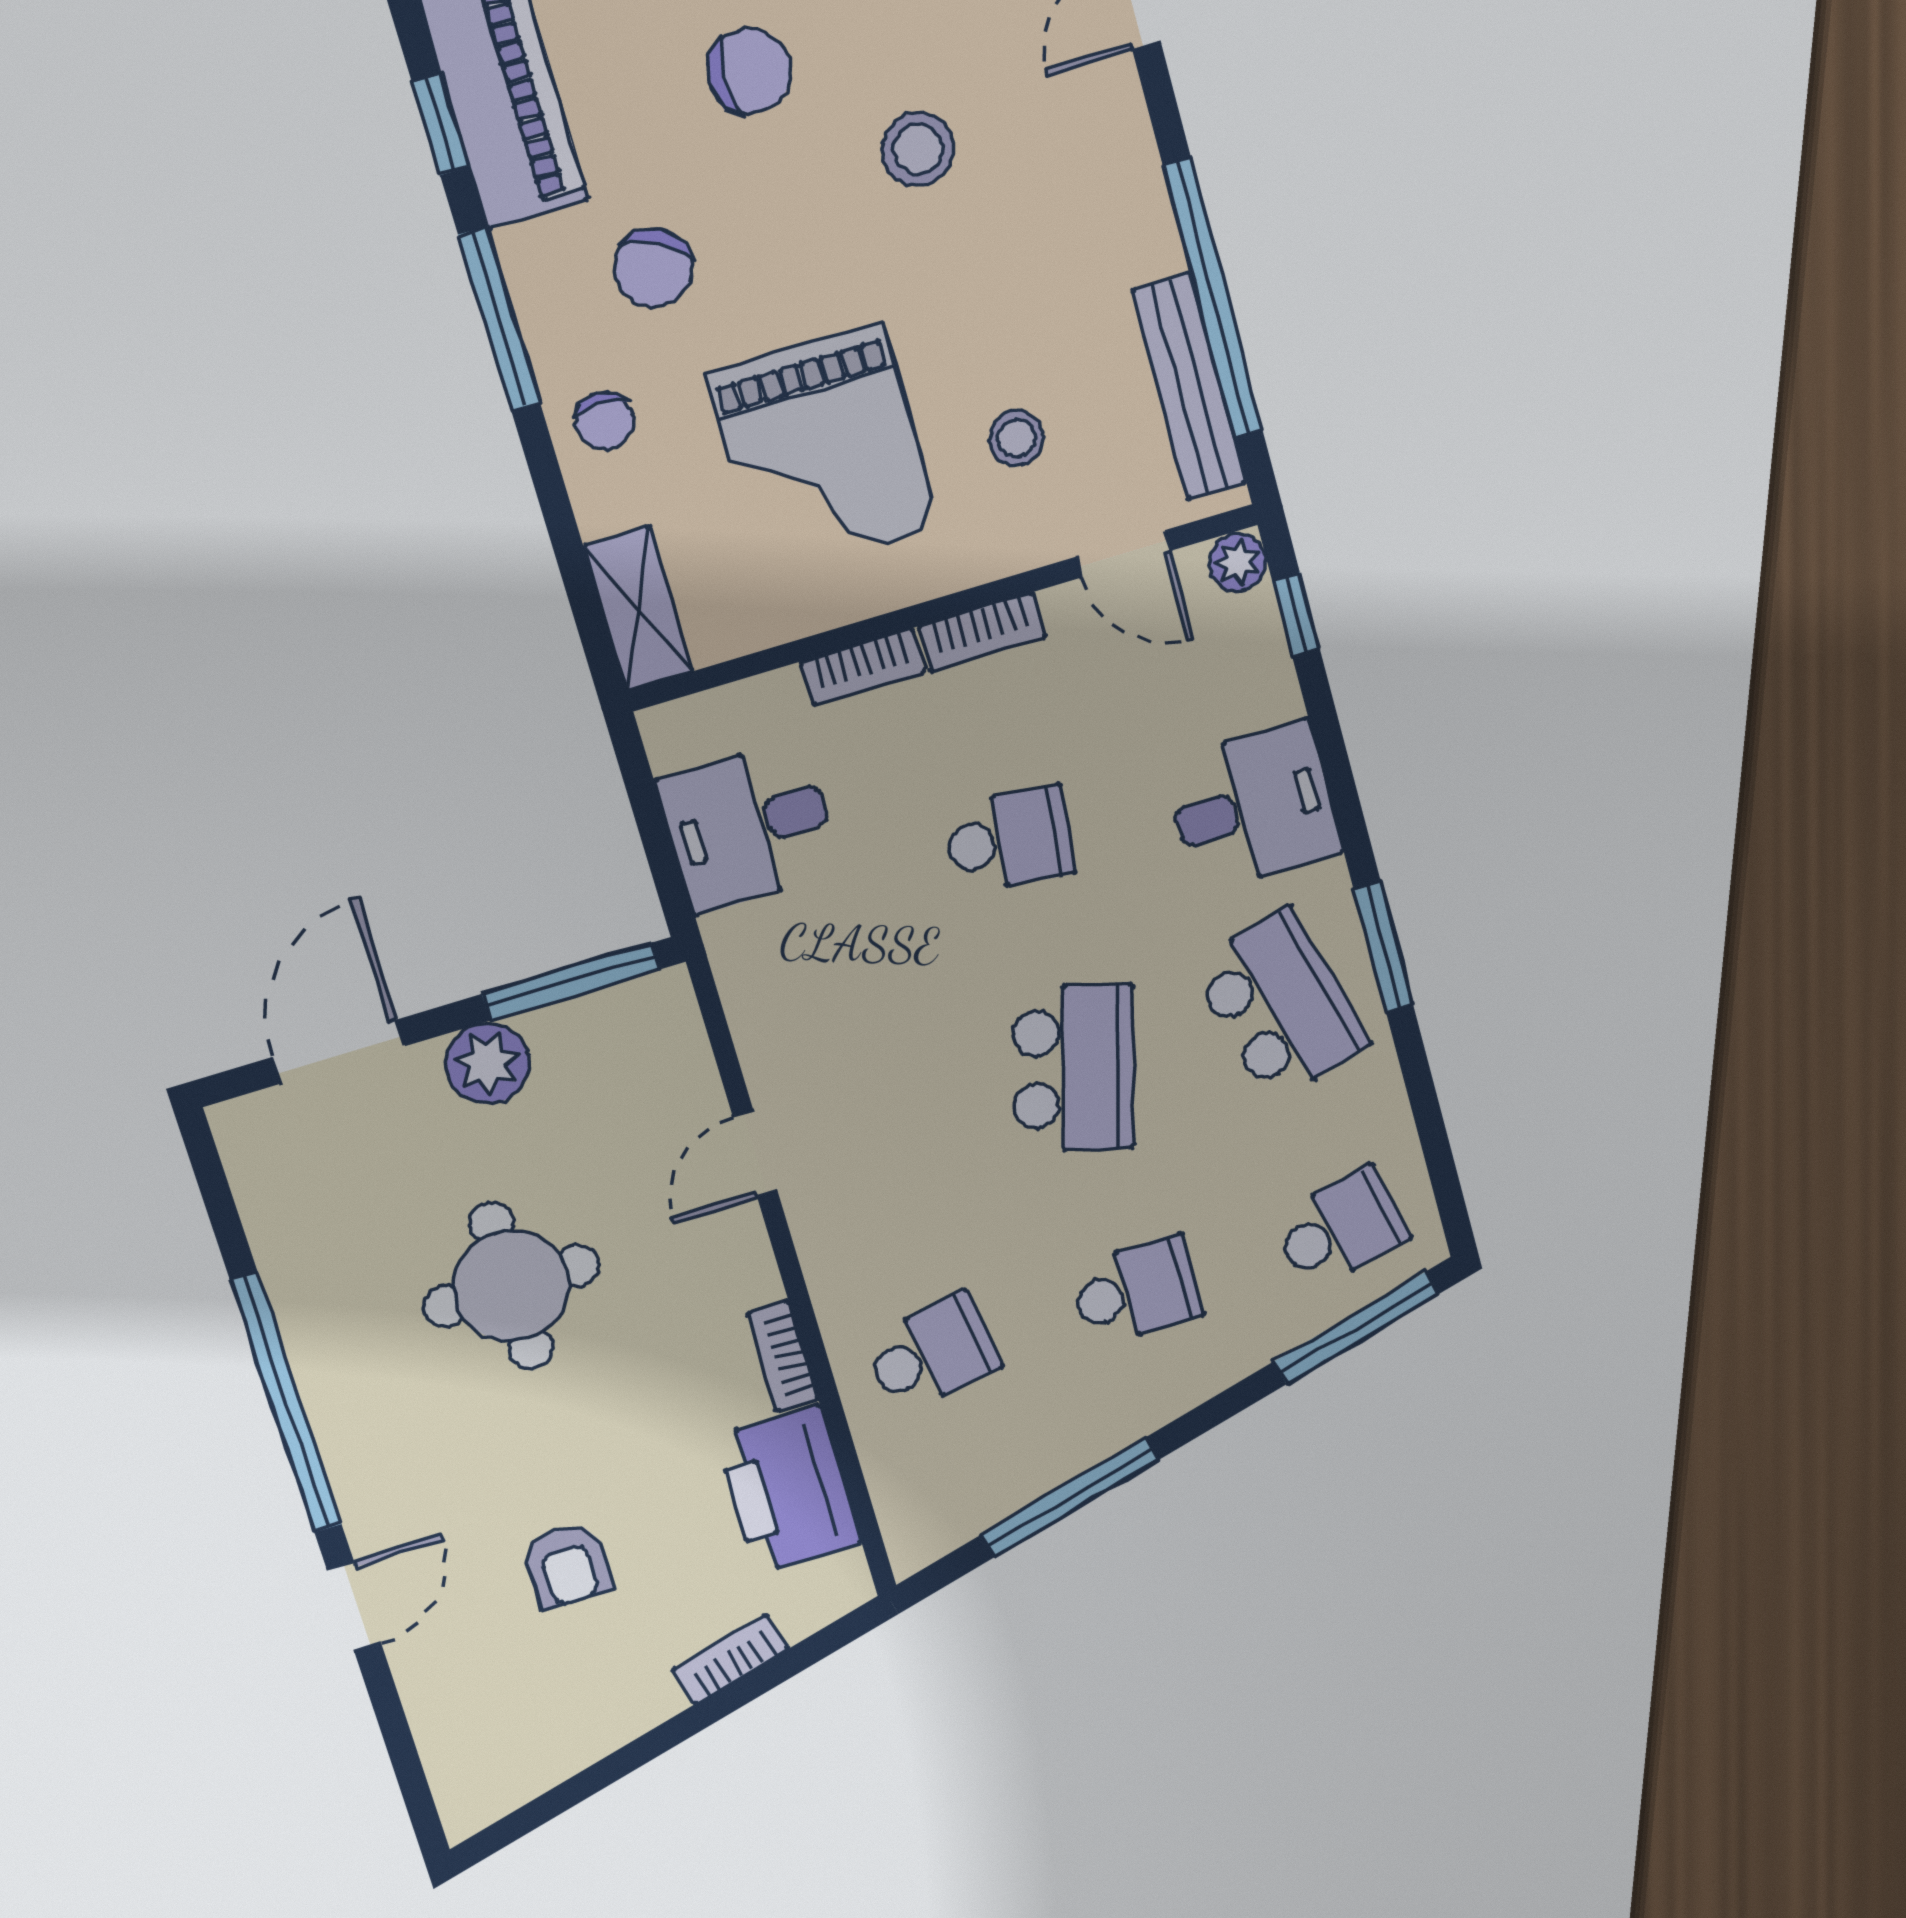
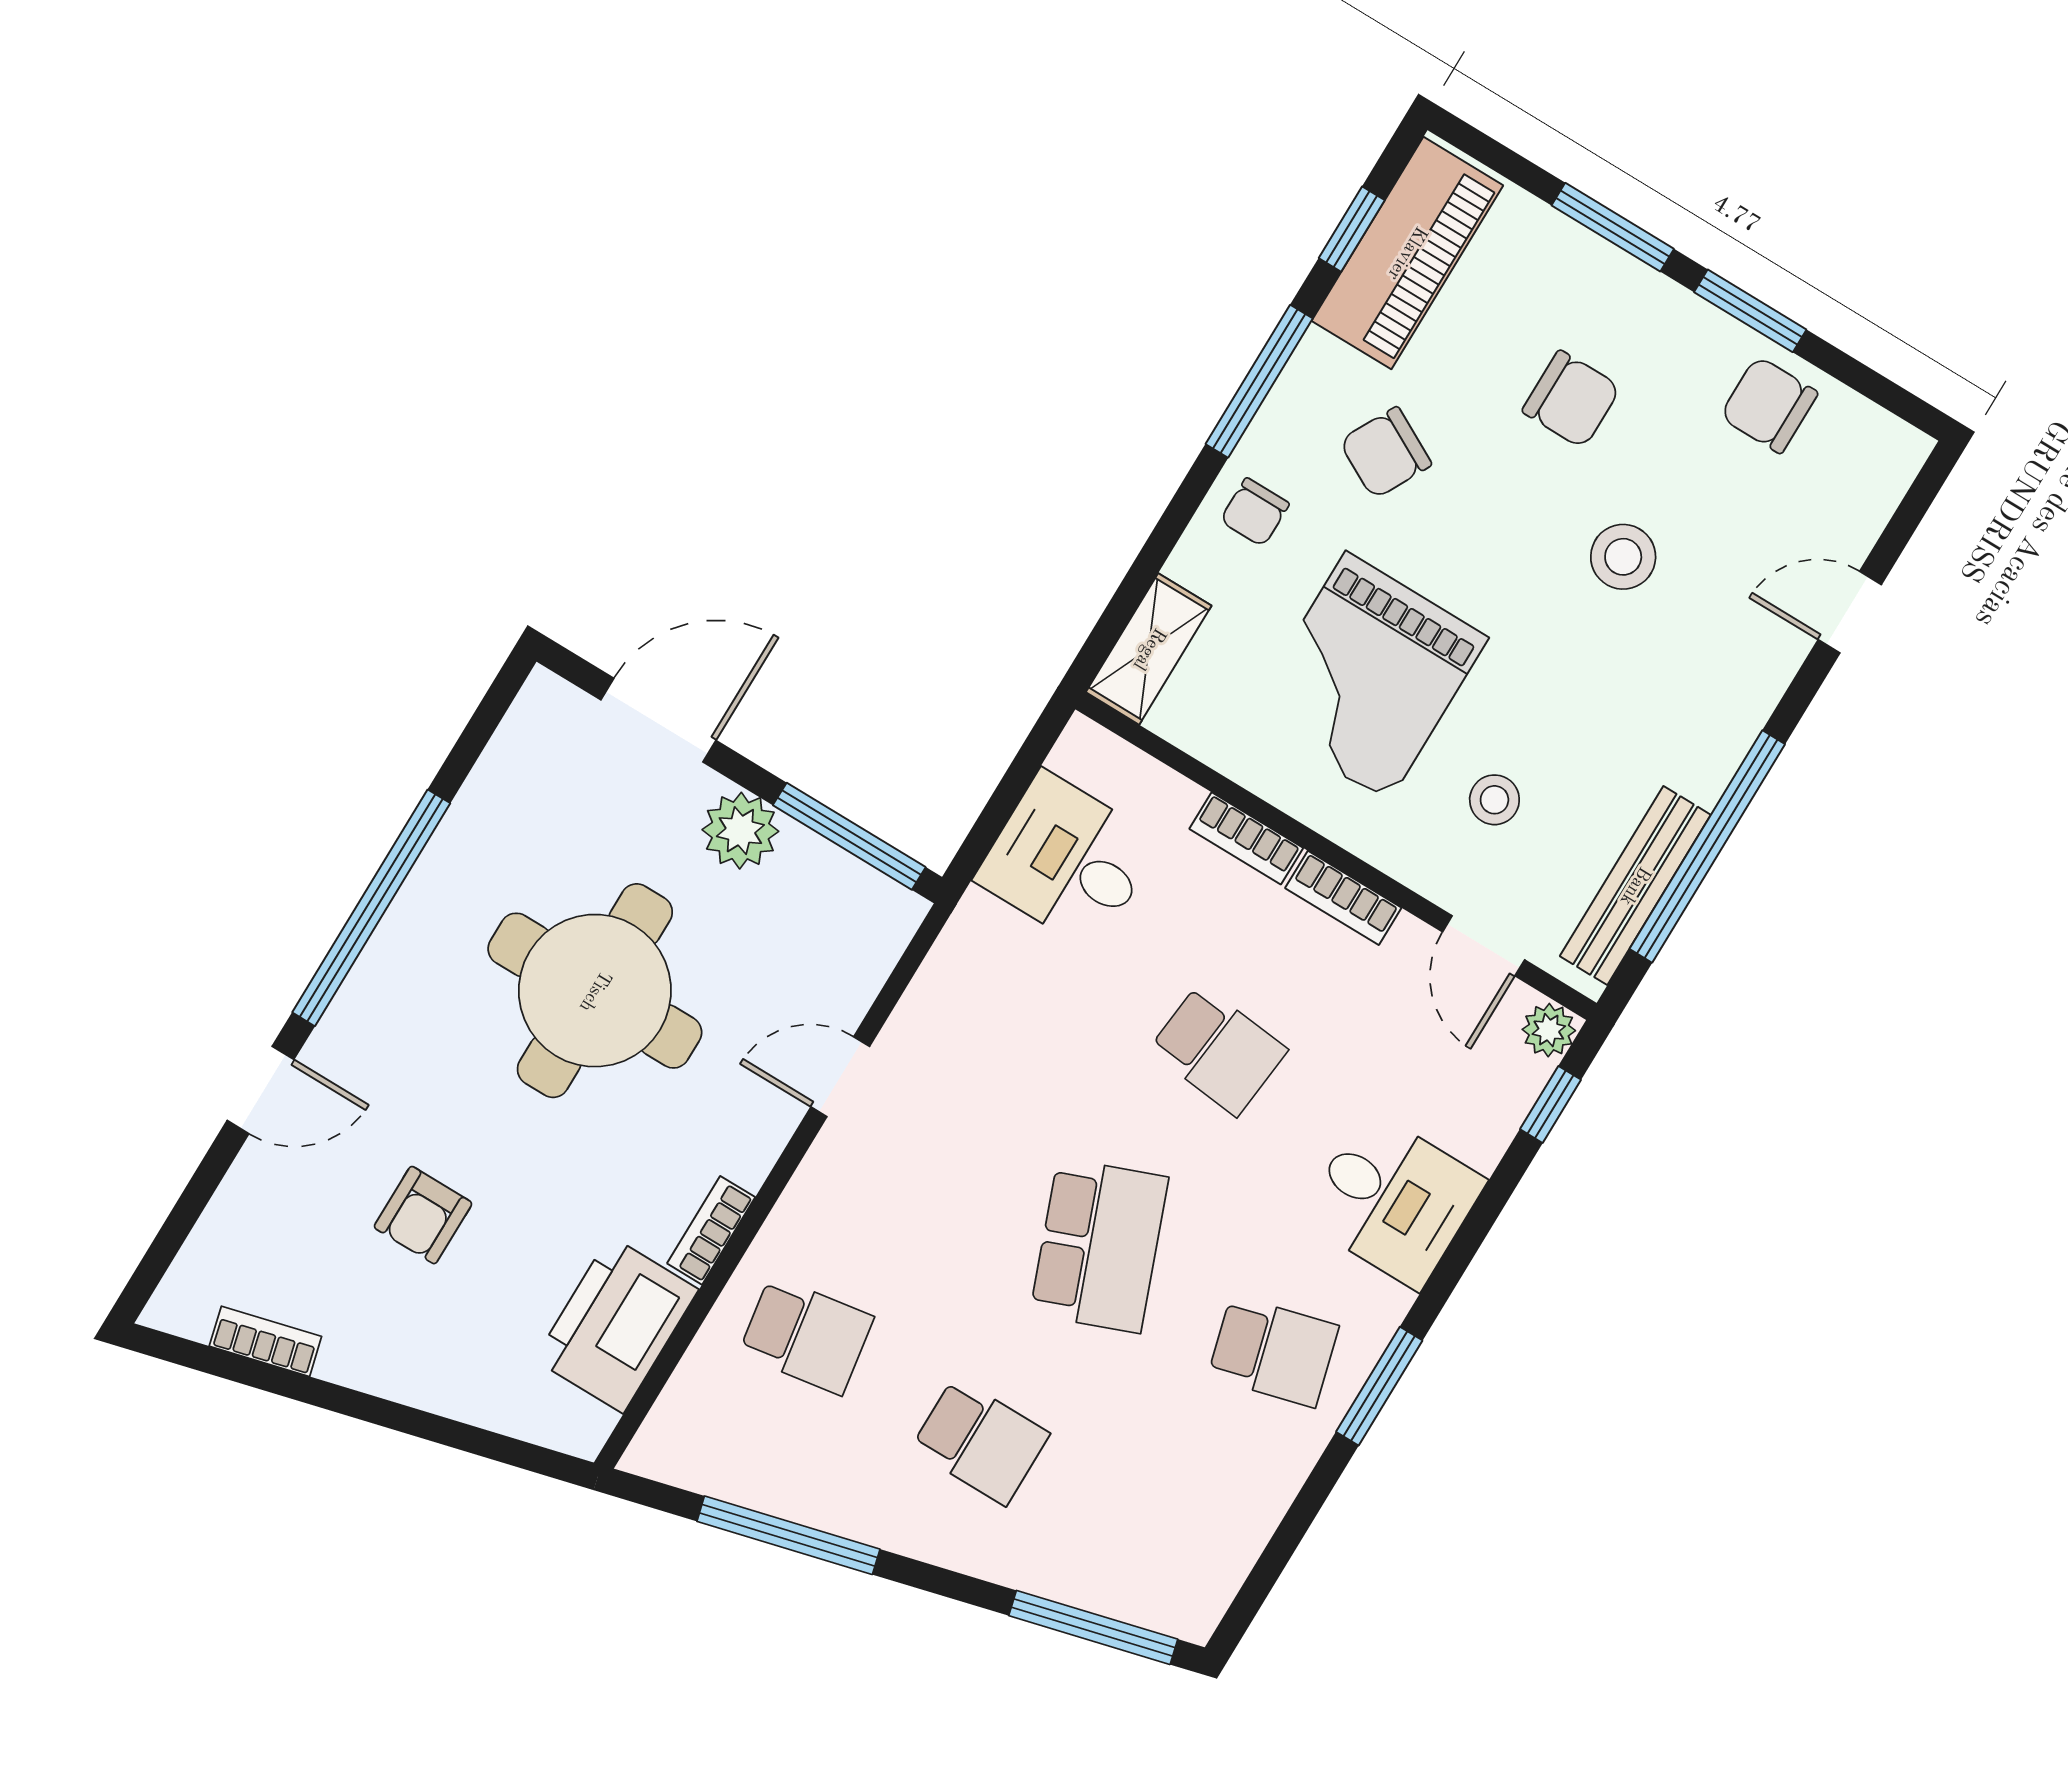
school desk: (1280, 1006) -> (1273, 1351), width x0.54
school desk: (1073, 1068) -> (1099, 1245), turned -36
school desk: (1340, 1229) -> (1154, 1547), removed
round table: (511, 1286) -> (595, 991), width x1.36, depth x1.36
bookcase: (731, 1659) -> (265, 1341), moved

